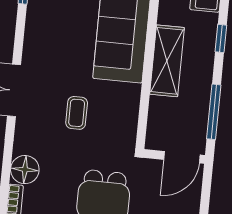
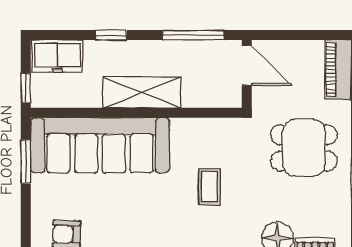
coffee table: (77, 113) -> (209, 187), turned 90

